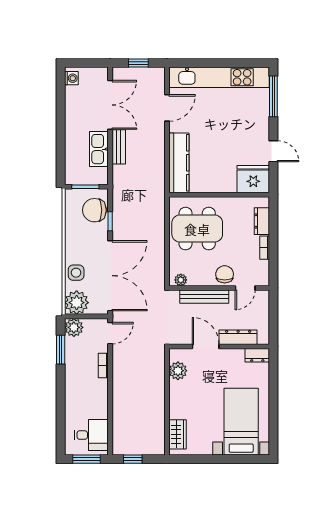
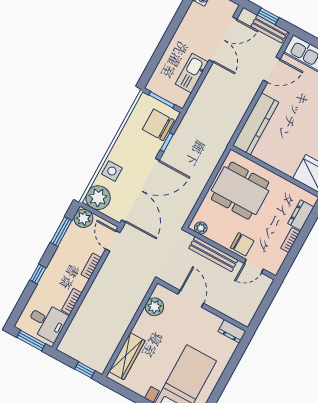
bench: (119, 147) -> (269, 29), moved, turned 90
chair: (225, 274) -> (242, 244), turned 90
door: (110, 333) -> (113, 241), swing flipped
dresser: (238, 337) -> (224, 306), removed
window: (61, 398) -> (38, 274), added
bookcase: (103, 406) -> (72, 301), added
wardrobe: (178, 434) -> (127, 356), width x1.50
window: (133, 459) -> (85, 370), moved

